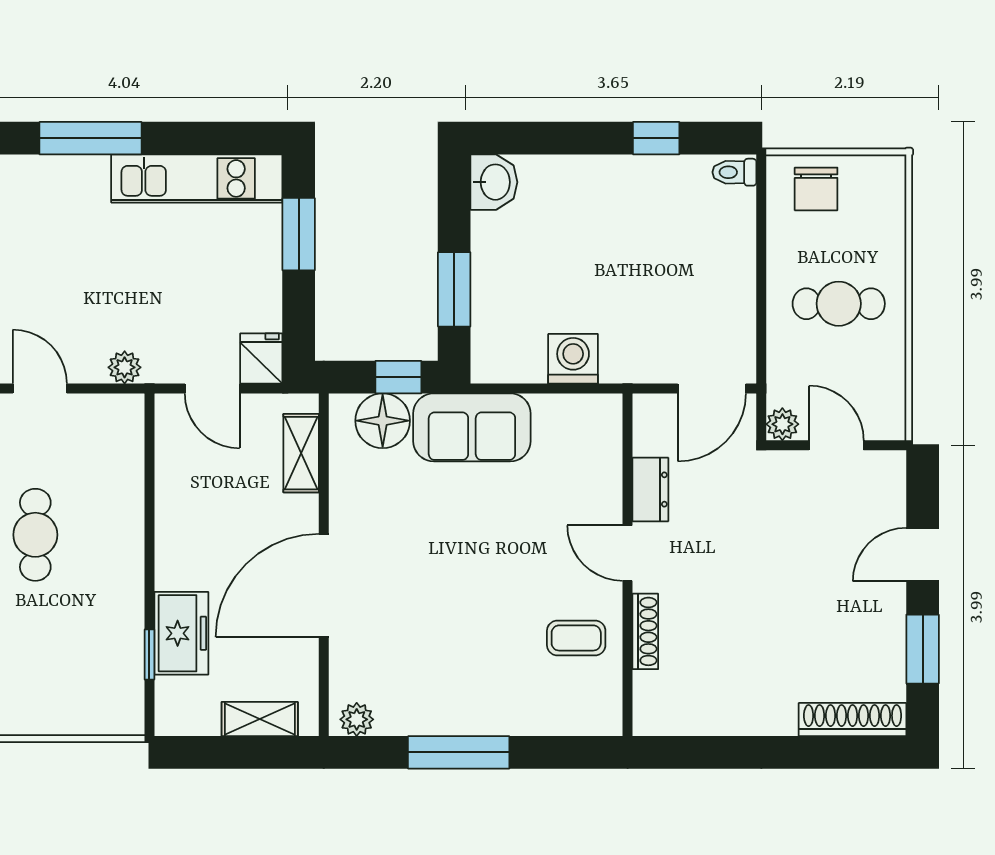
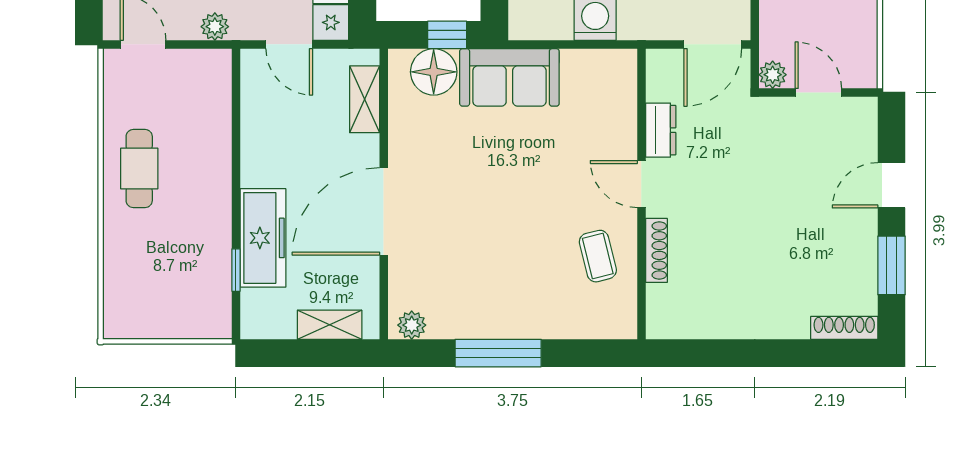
freezer: (181, 633) -> (263, 238), width x1.40
coffee table: (576, 638) -> (598, 256), turned 76
shoe rack: (853, 720) -> (844, 328), width x0.74, depth x0.81

